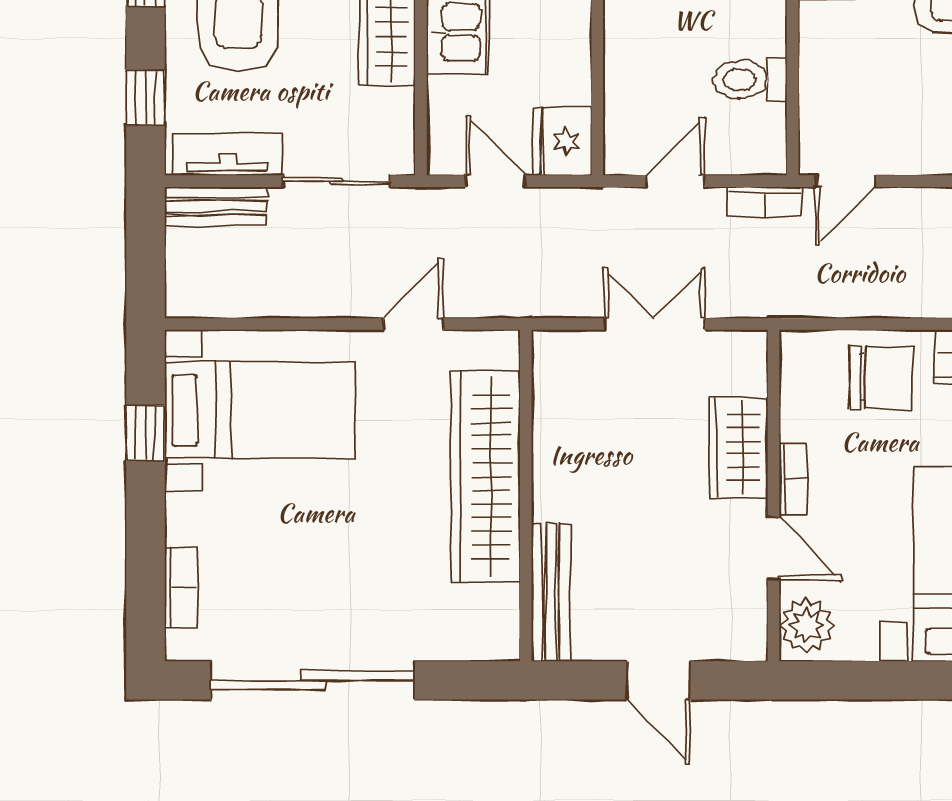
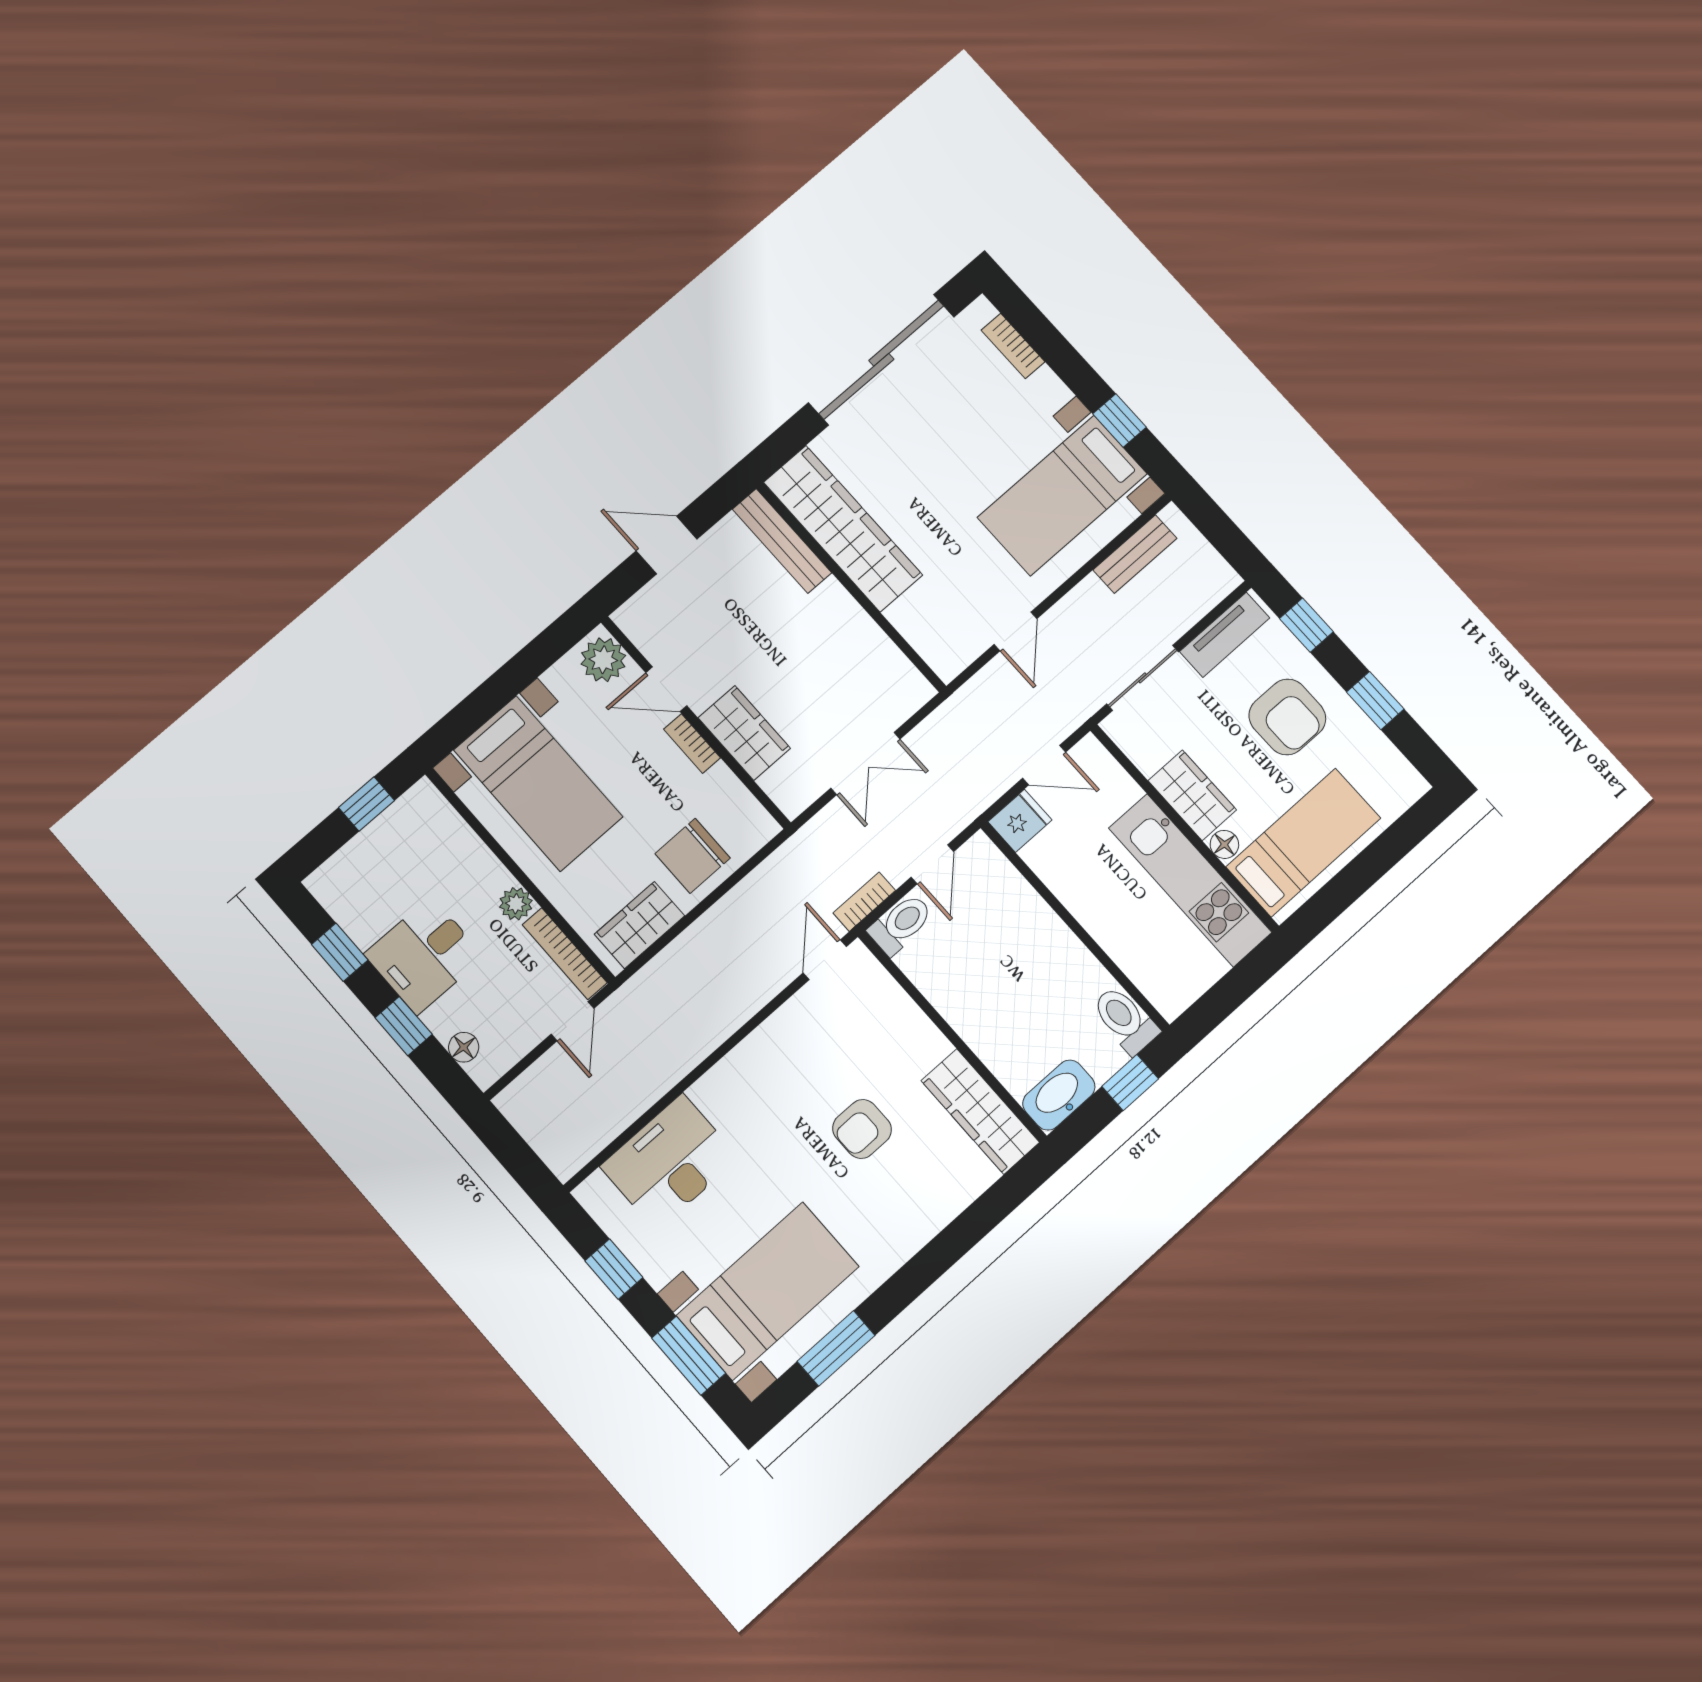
toilet: (750, 80) -> (901, 924), moved
fridge: (562, 141) -> (1020, 821), width x0.72
bench: (216, 206) -> (1135, 554), moved
wardrobe: (486, 477) -> (843, 529), moved

